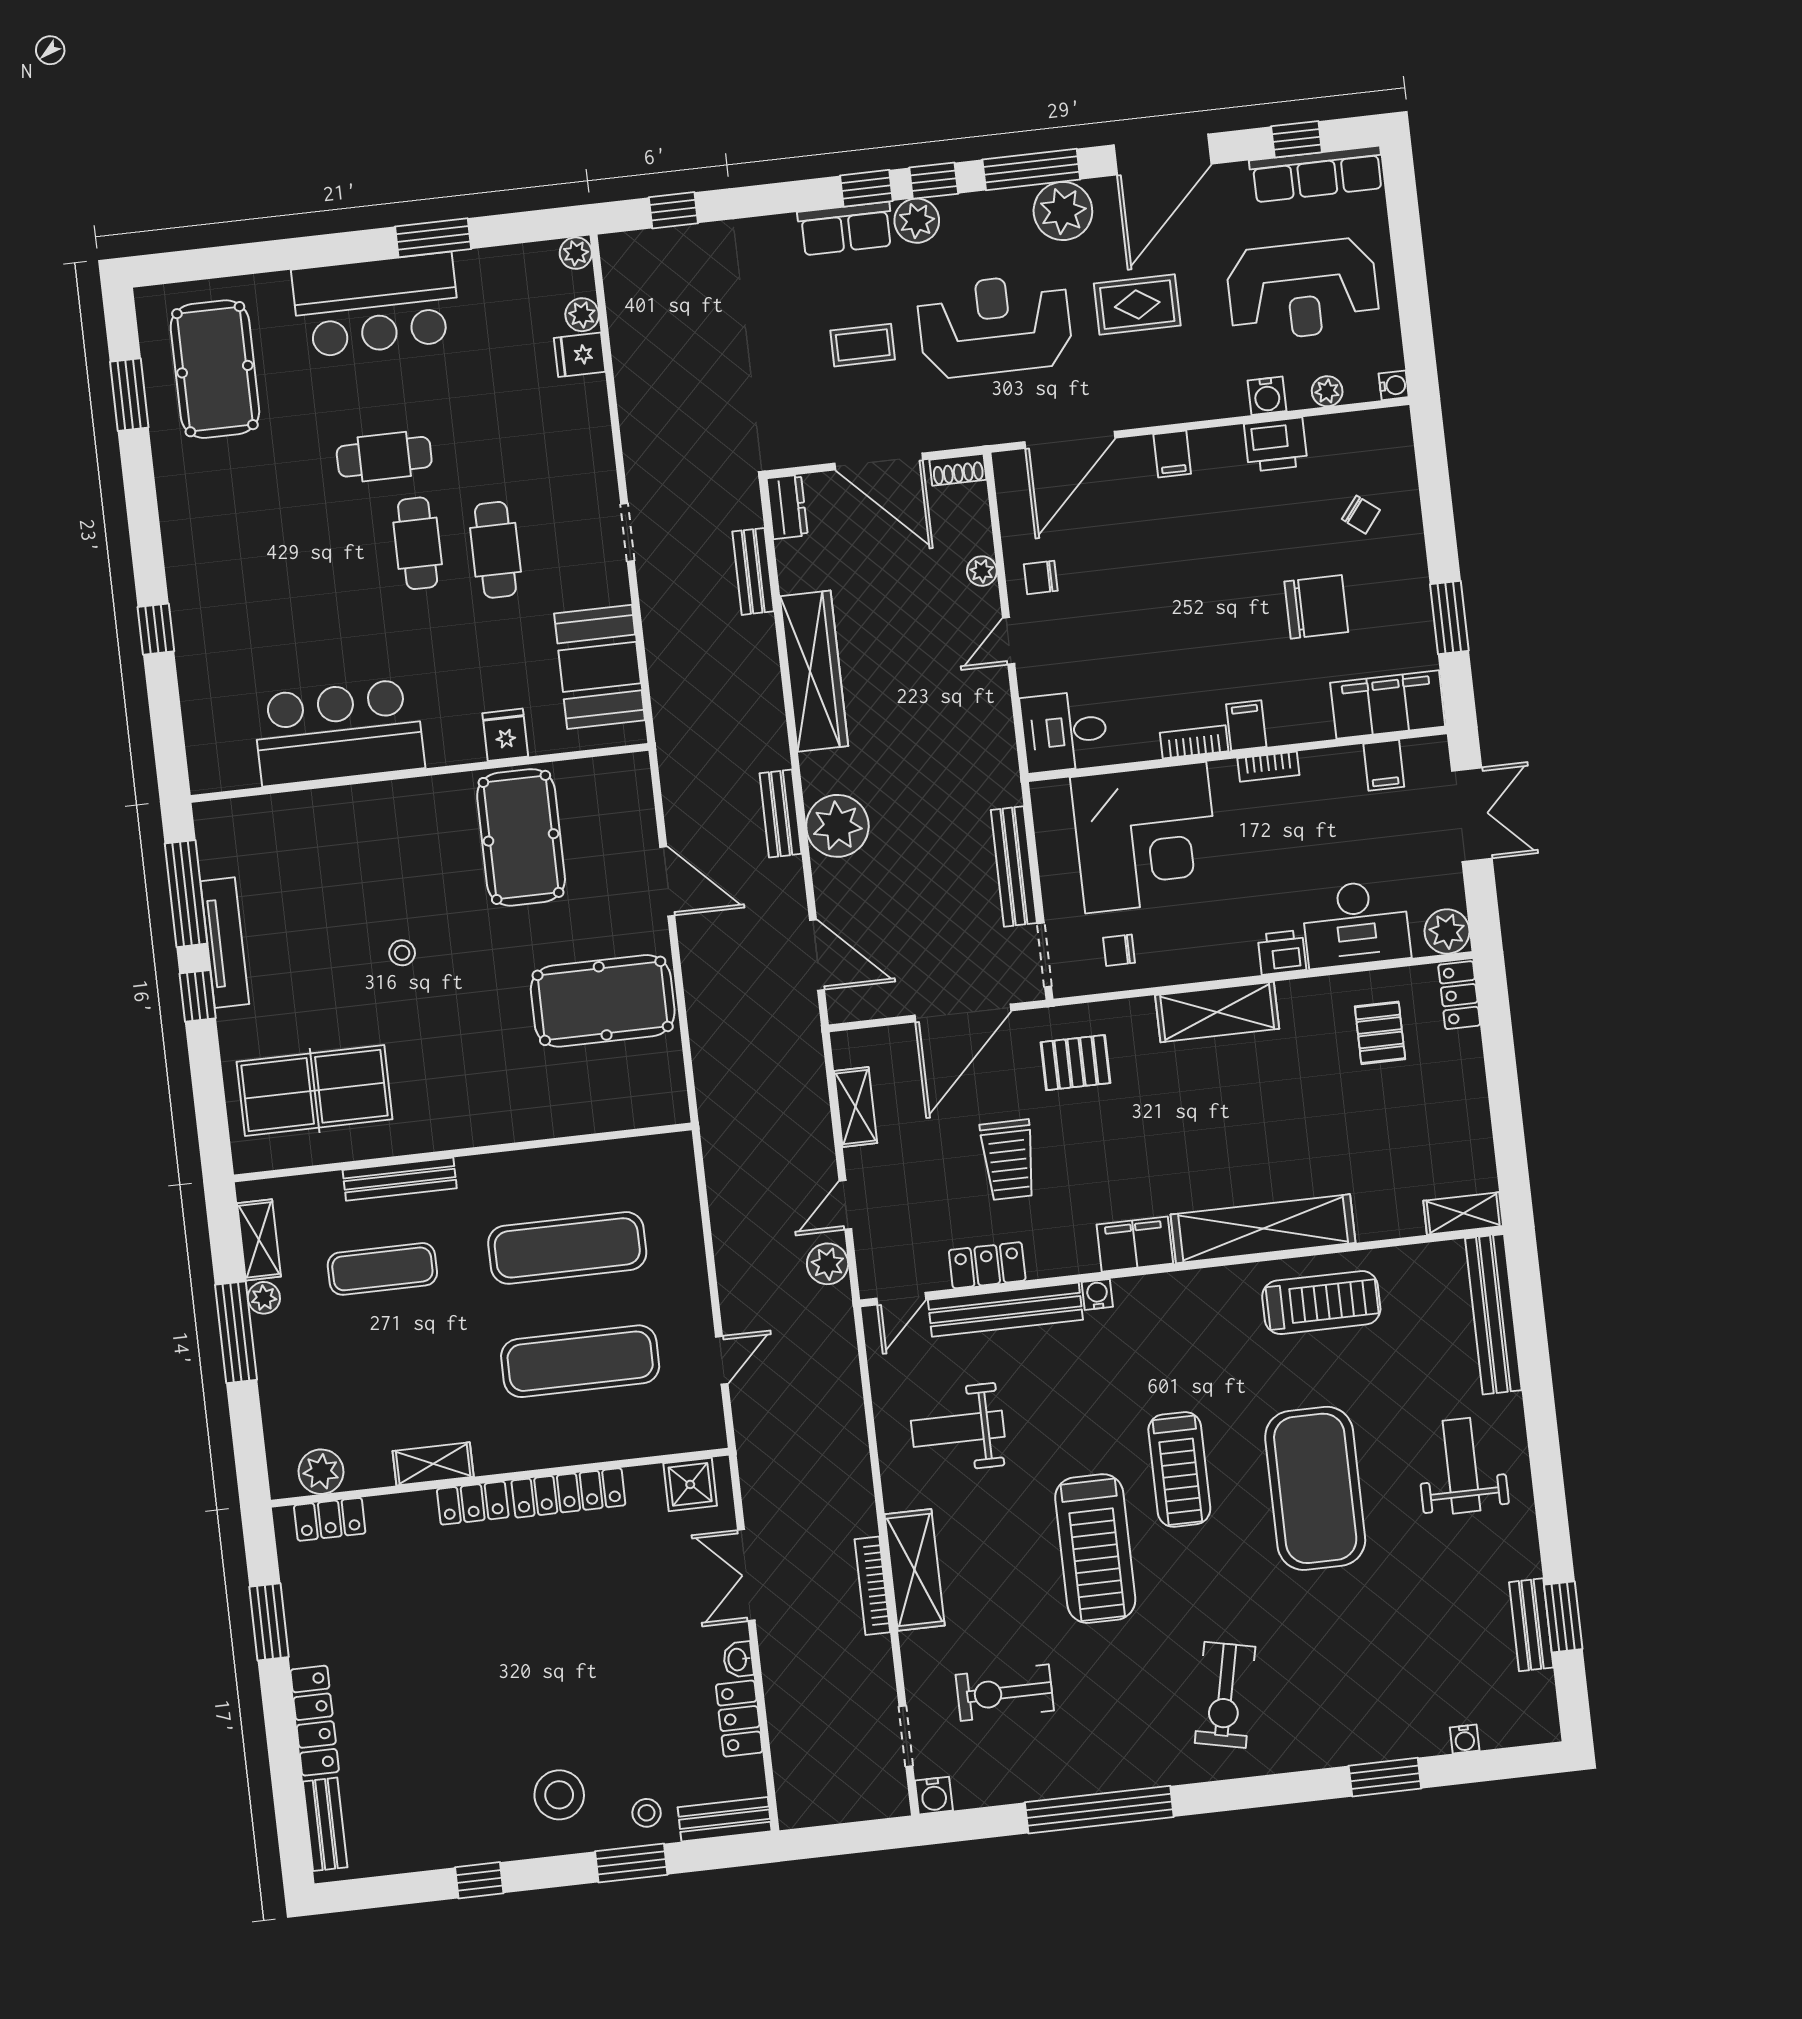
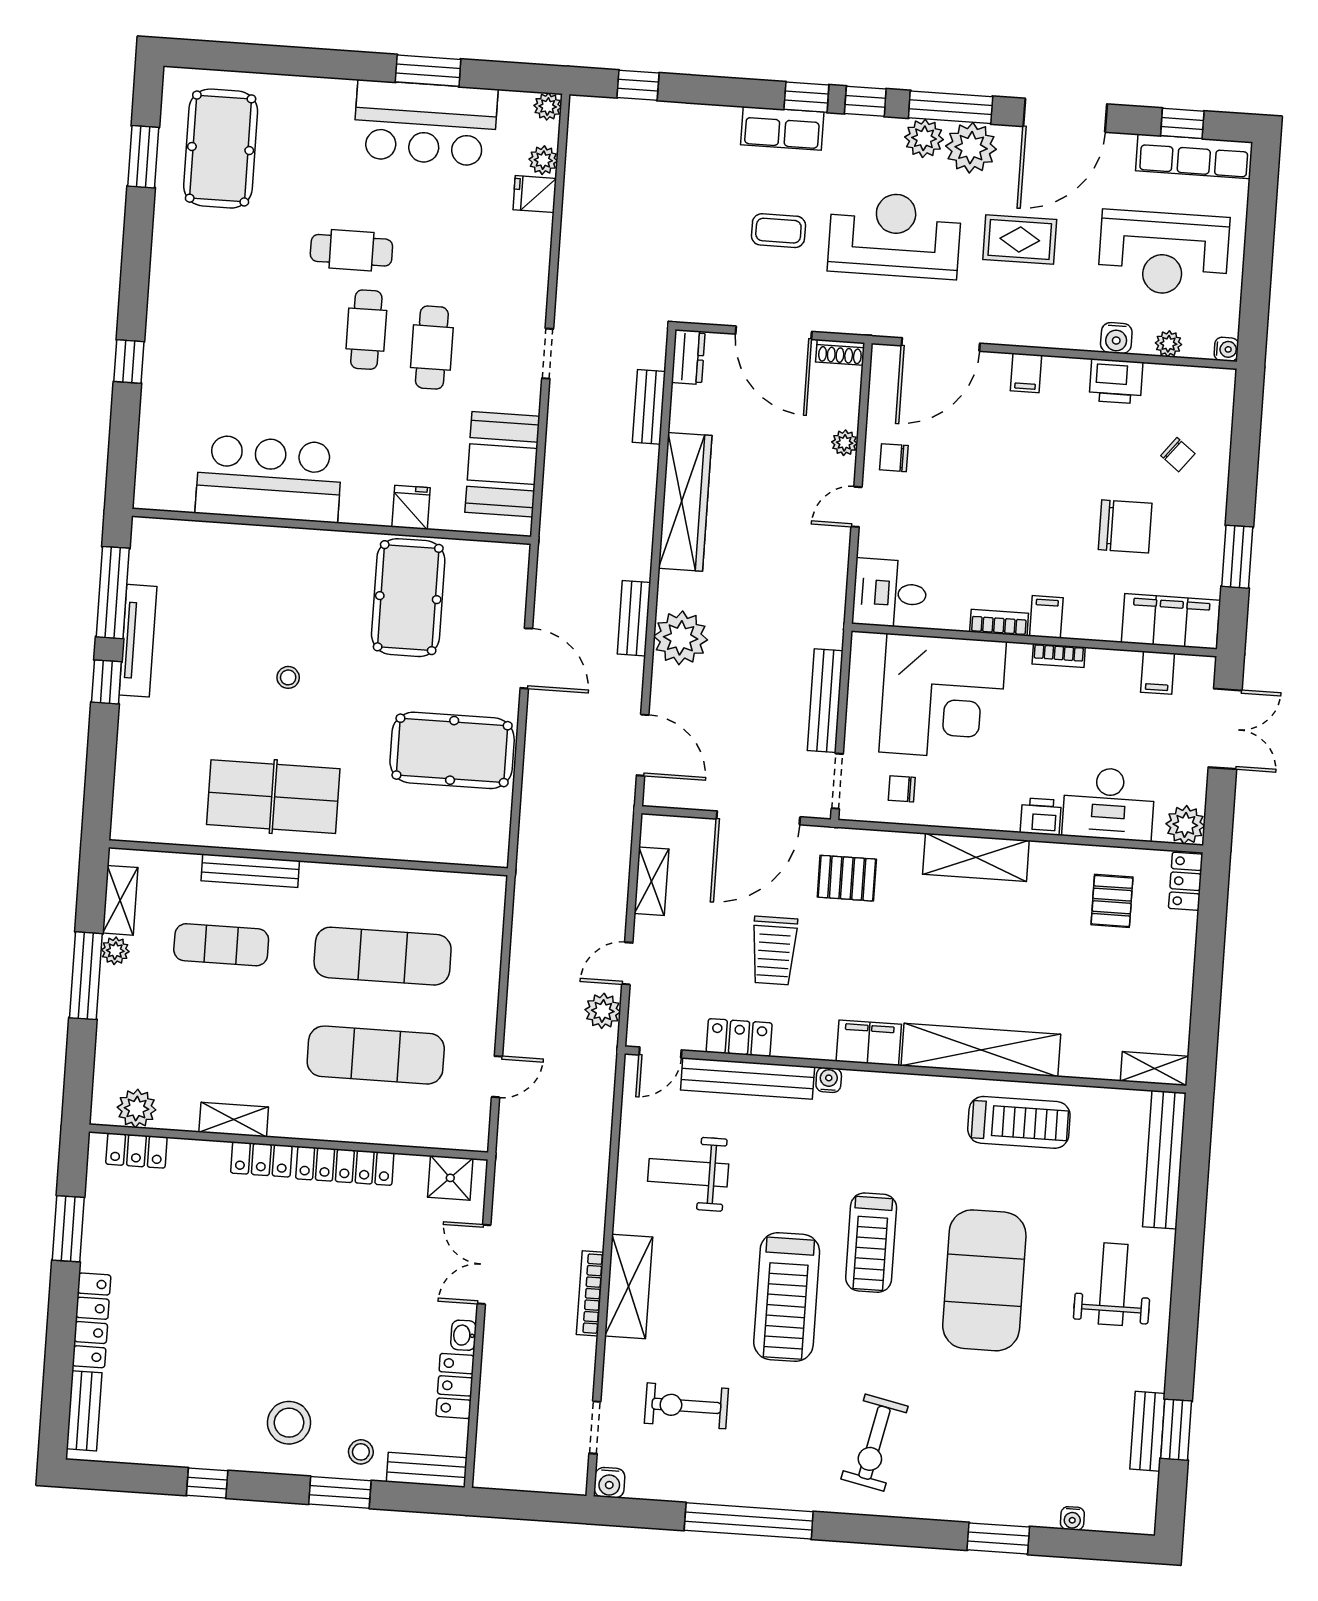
plant: (917, 221) -> (924, 138), moved
bar counter: (376, 305) -> (425, 123), moved
table tennis table: (315, 1090) -> (273, 797), moved

